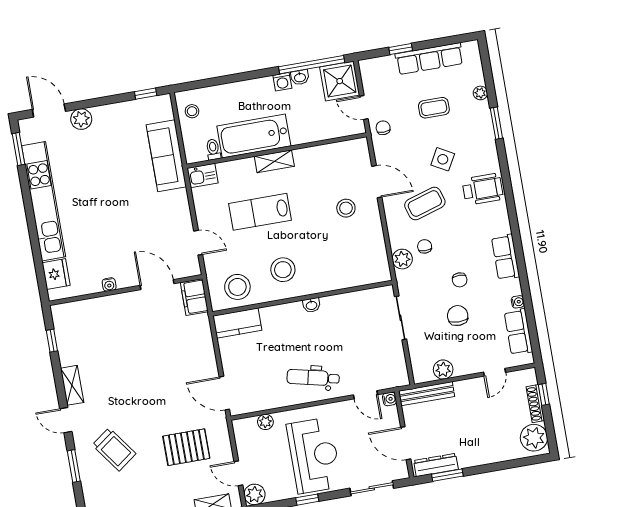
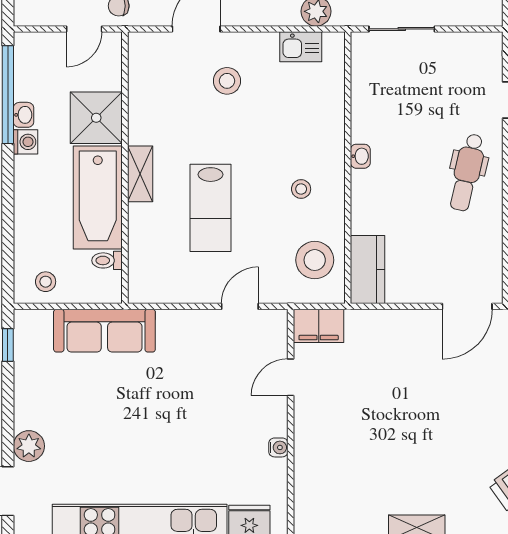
shower: (340, 81) -> (96, 118), moved
kitchen sink: (202, 176) -> (301, 47), moved, turned 90
stool: (283, 270) -> (301, 189), width x0.53, depth x0.53
door: (157, 285) -> (291, 377), width x0.73

